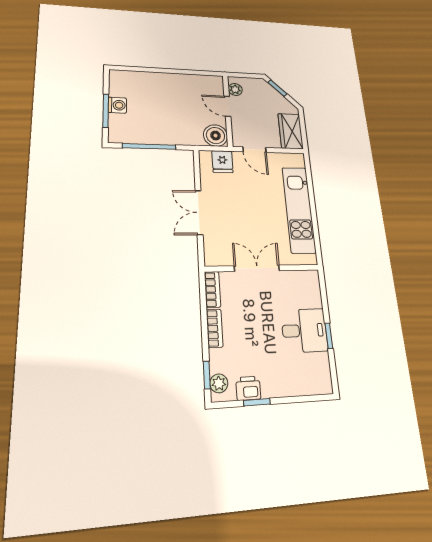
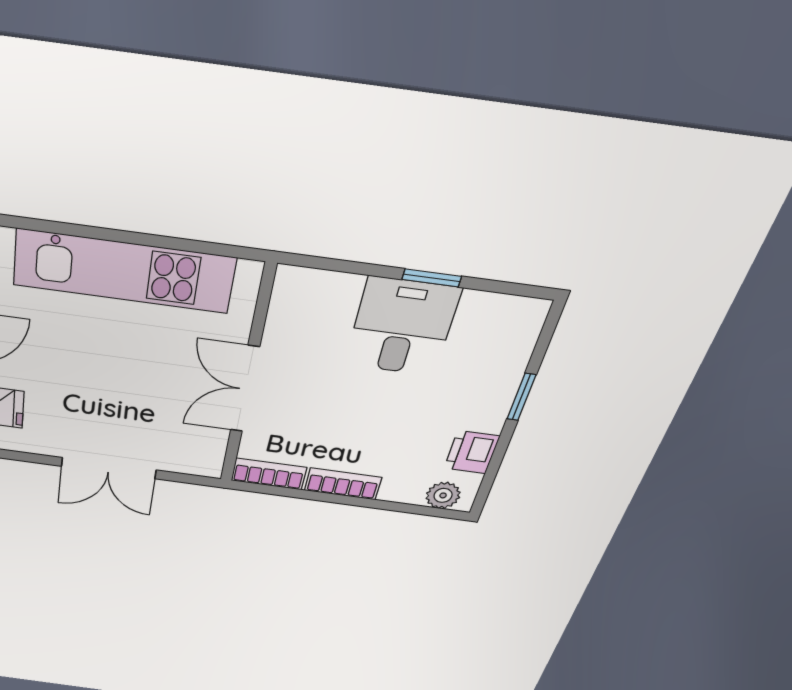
window: (207, 375) -> (421, 510), removed
window: (257, 402) -> (521, 397), moved

